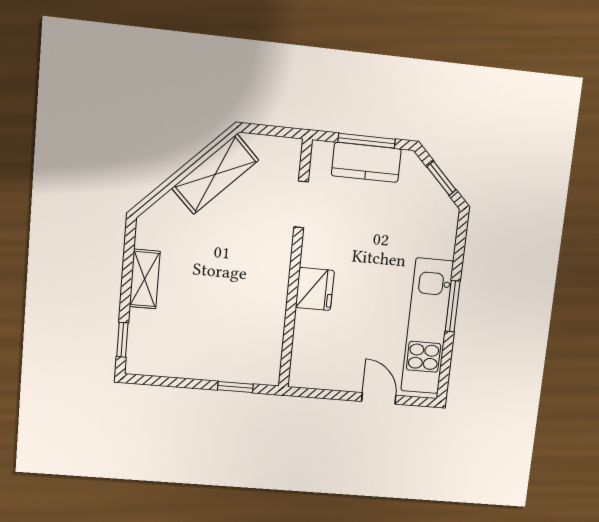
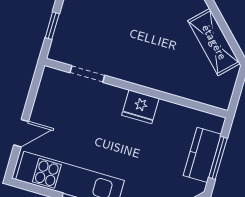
doorway: (301, 204) -> (87, 74), moved
fridge: (315, 289) -> (140, 107), moved

